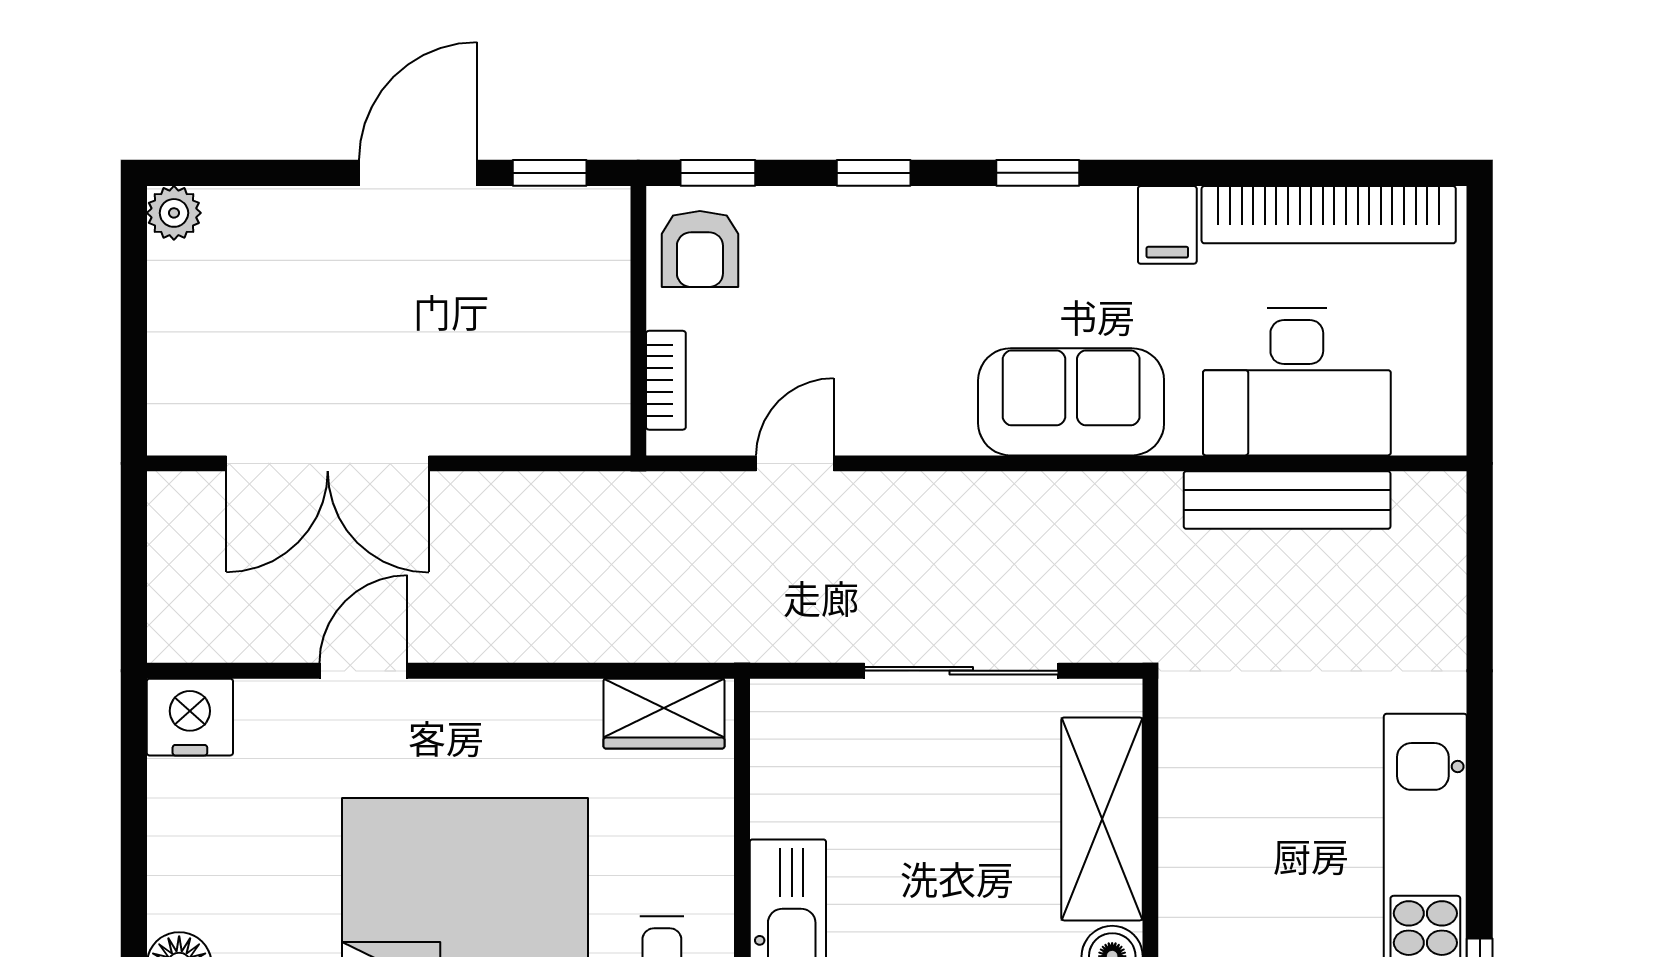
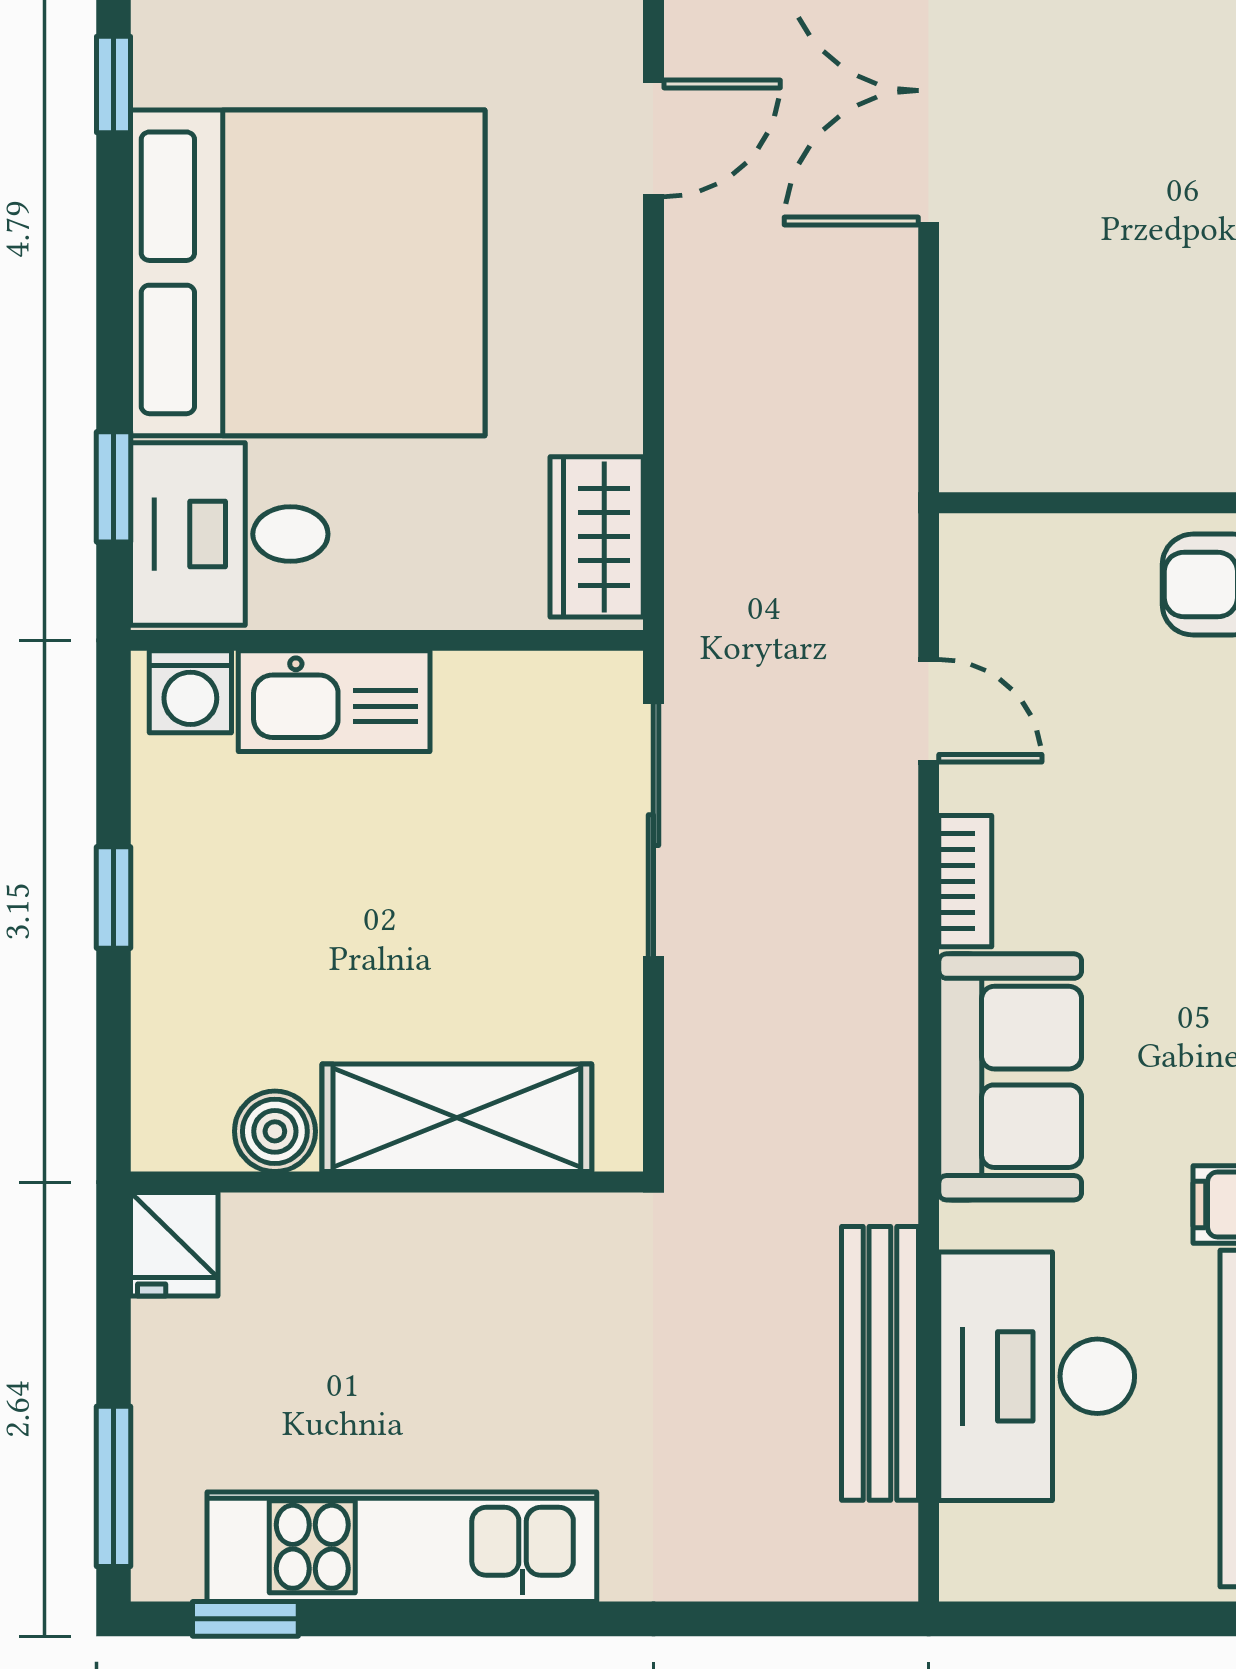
bookcase: (666, 380) -> (965, 881), moved, turned -90
door: (364, 671) -> (653, 138), hinge flipped
sliding door: (961, 671) -> (653, 830), moved

